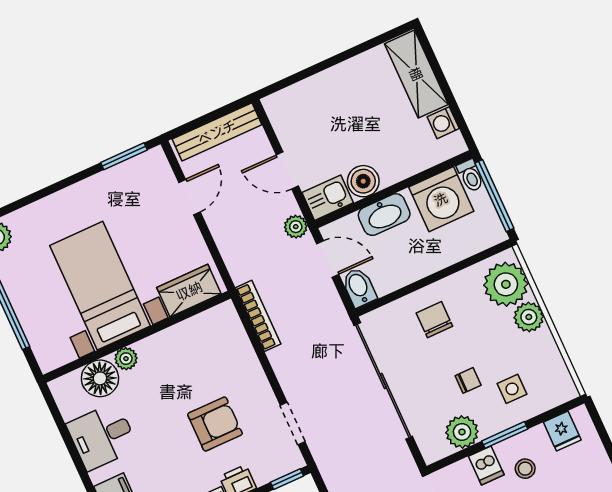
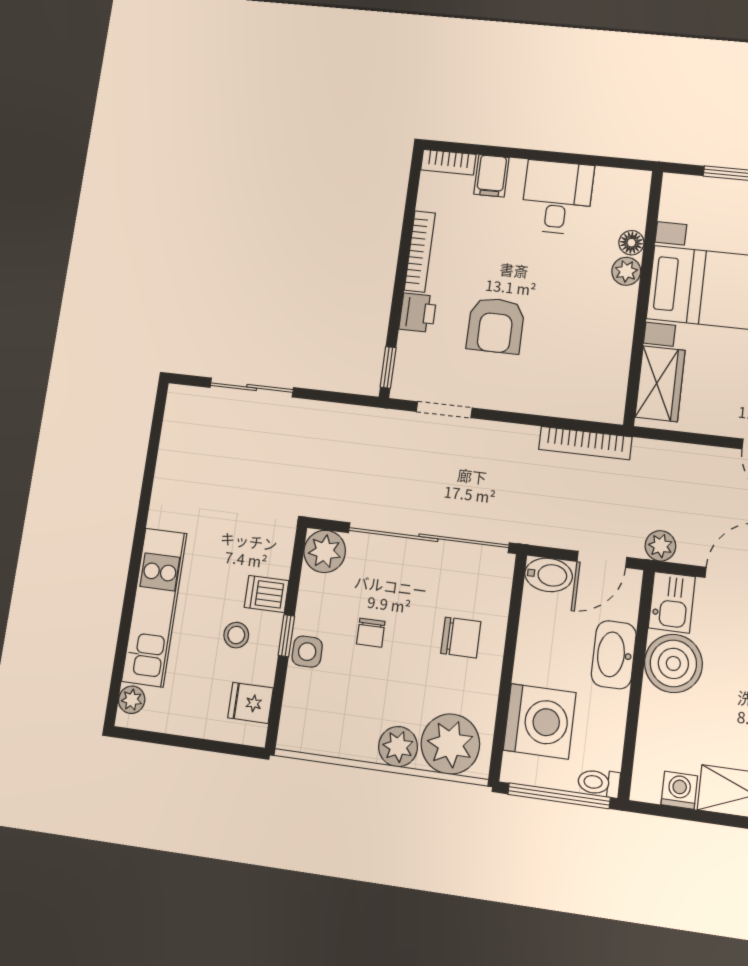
boiler: (363, 181) -> (673, 663), width x1.37, depth x1.37
washing machine: (441, 199) -> (540, 721), moved, turned 180
floor lamp: (100, 378) -> (631, 243), width x0.53, depth x0.53
side table: (512, 389) -> (307, 652), moved
plant: (462, 432) -> (325, 551), moved
window: (505, 435) -> (286, 636), width x0.67

